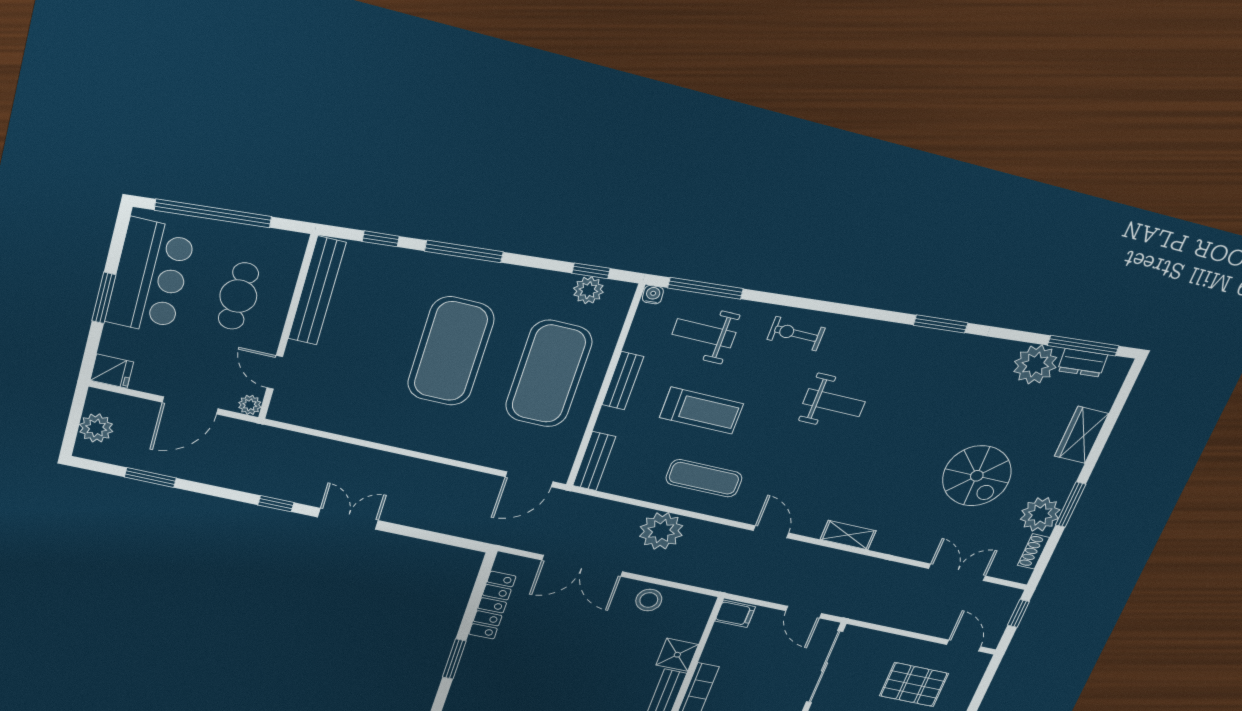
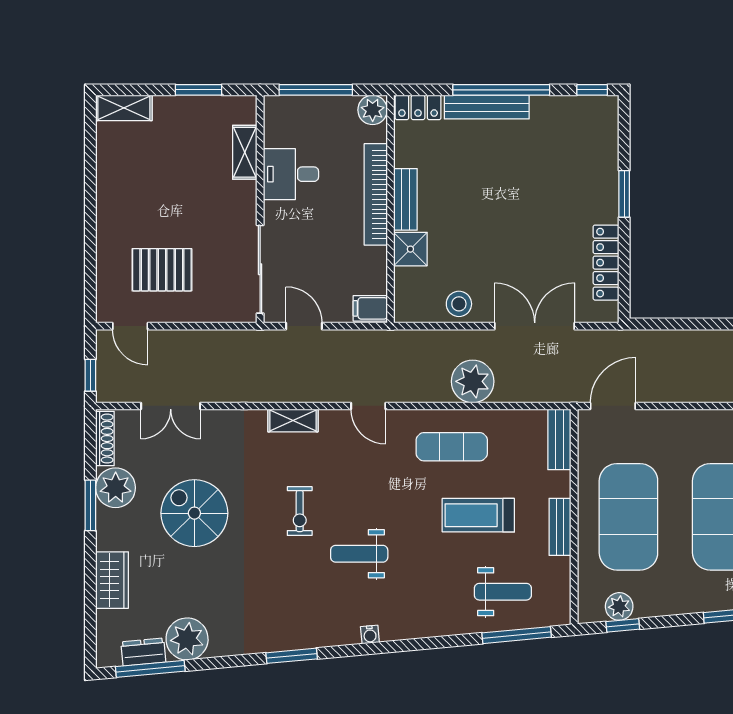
water cooler: (653, 295) -> (370, 635), moved
exercise bike: (796, 334) -> (300, 511), moved, turned 90
shoe rack: (1033, 551) -> (105, 439), width x1.43

